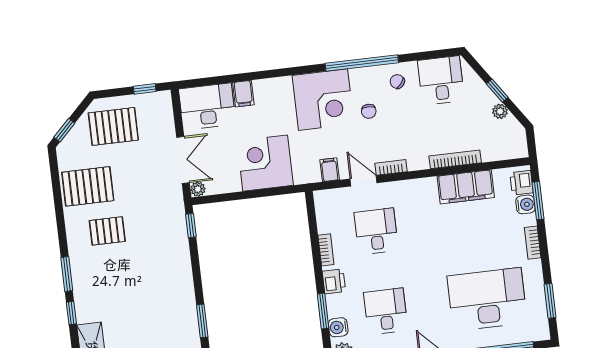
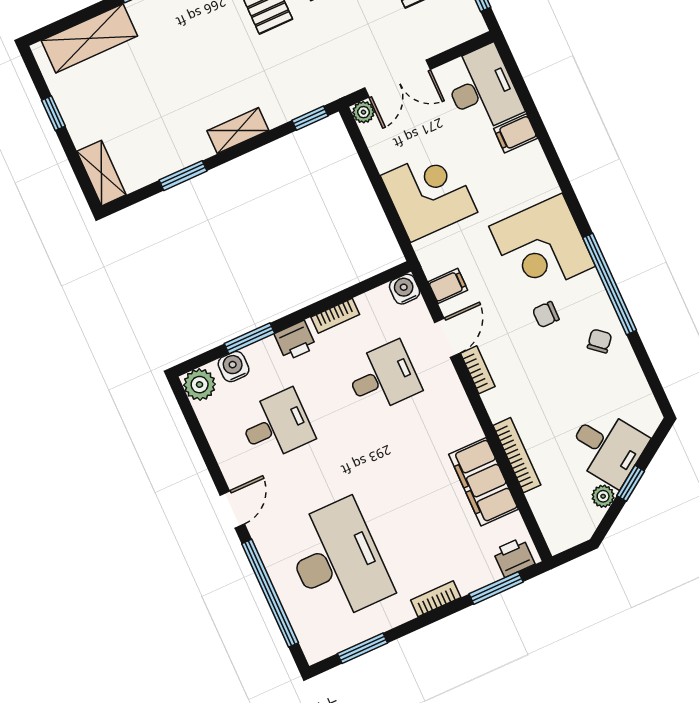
desk: (441, 80) -> (607, 447), moved, turned 56
water cooler: (525, 204) -> (405, 289), moved, turned 180
shelving: (184, 276) -> (238, 131), added

